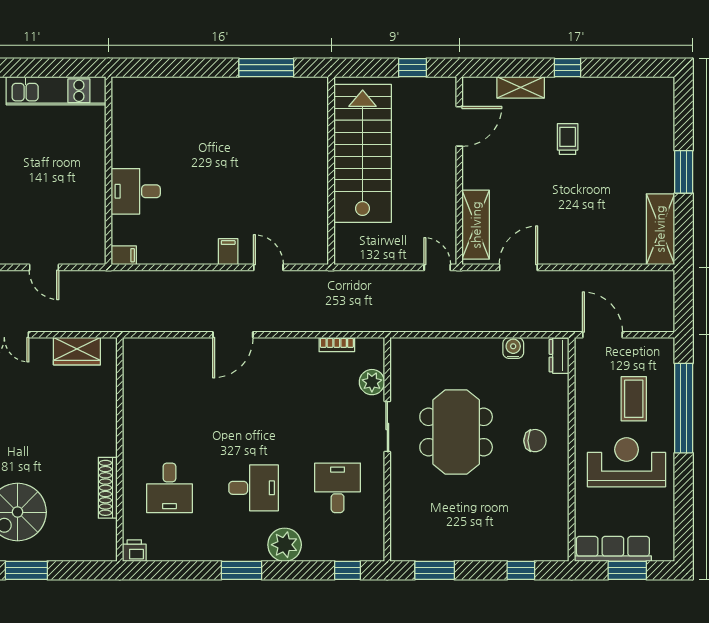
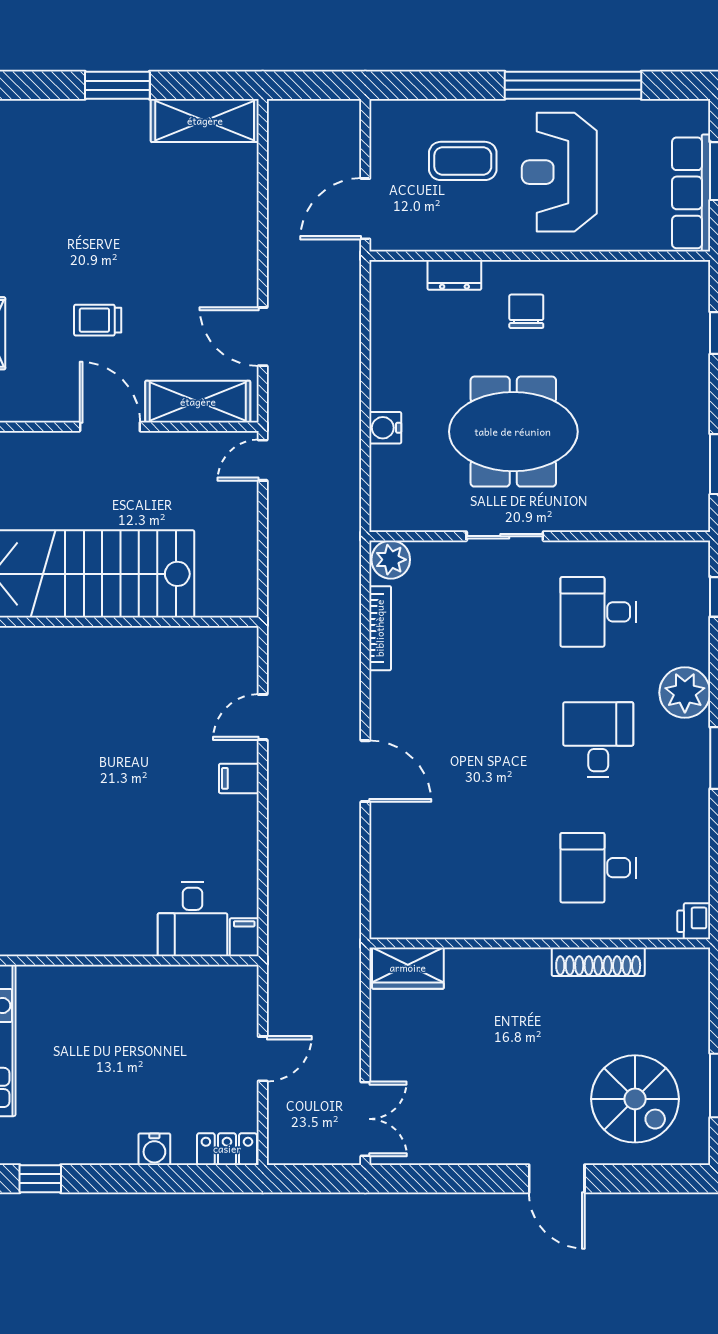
door: (459, 126) -> (110, 427), moved
trolley: (568, 139) -> (98, 320), moved
desk: (136, 191) -> (193, 919), moved
bookcase: (337, 345) -> (380, 628), width x1.56
water cooler: (513, 348) -> (385, 428), moved
wardrobe: (77, 351) -> (408, 968), moved, turned 90
dresser: (559, 356) -> (454, 275), moved
plant: (372, 382) -> (391, 560), moved
window: (684, 408) -> (573, 85), moved
desk: (169, 488) -> (598, 868), turned 180

